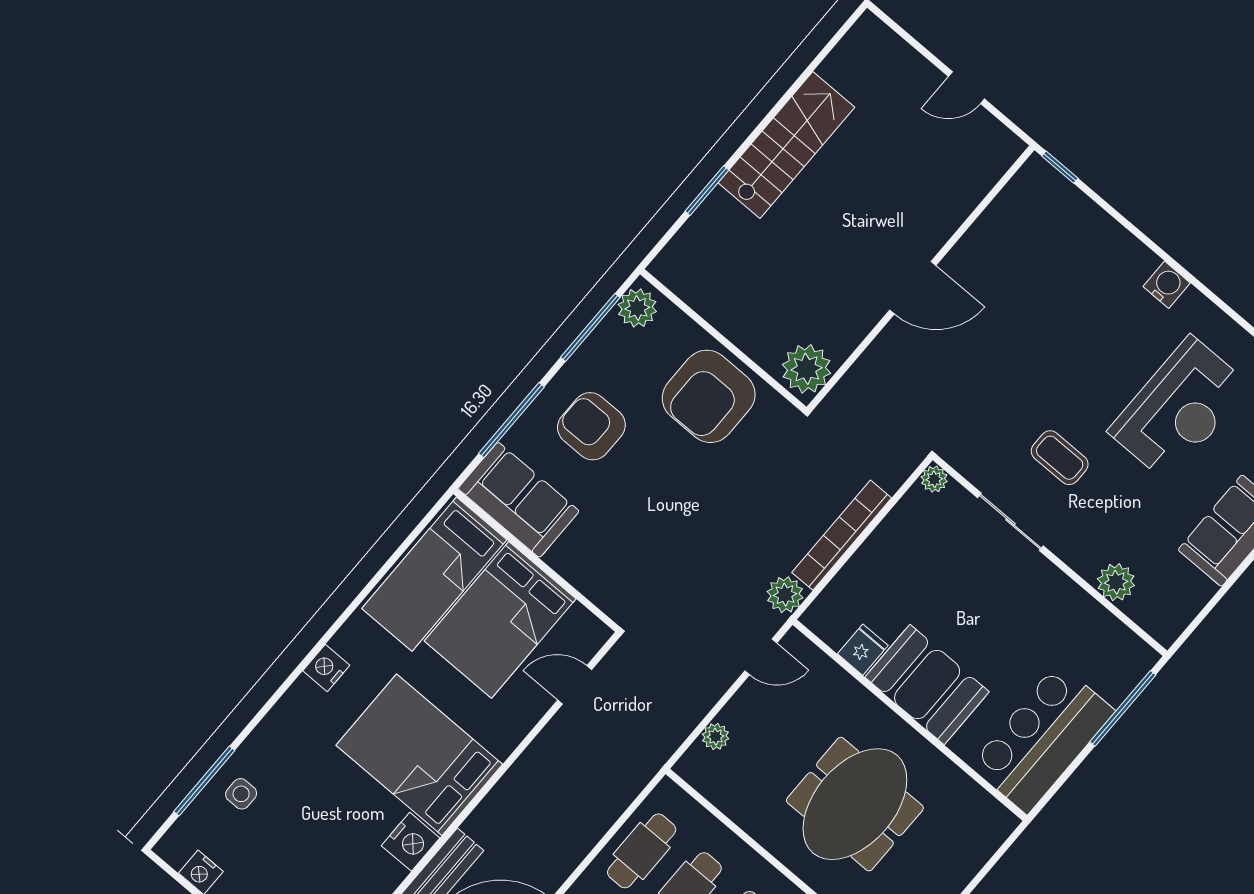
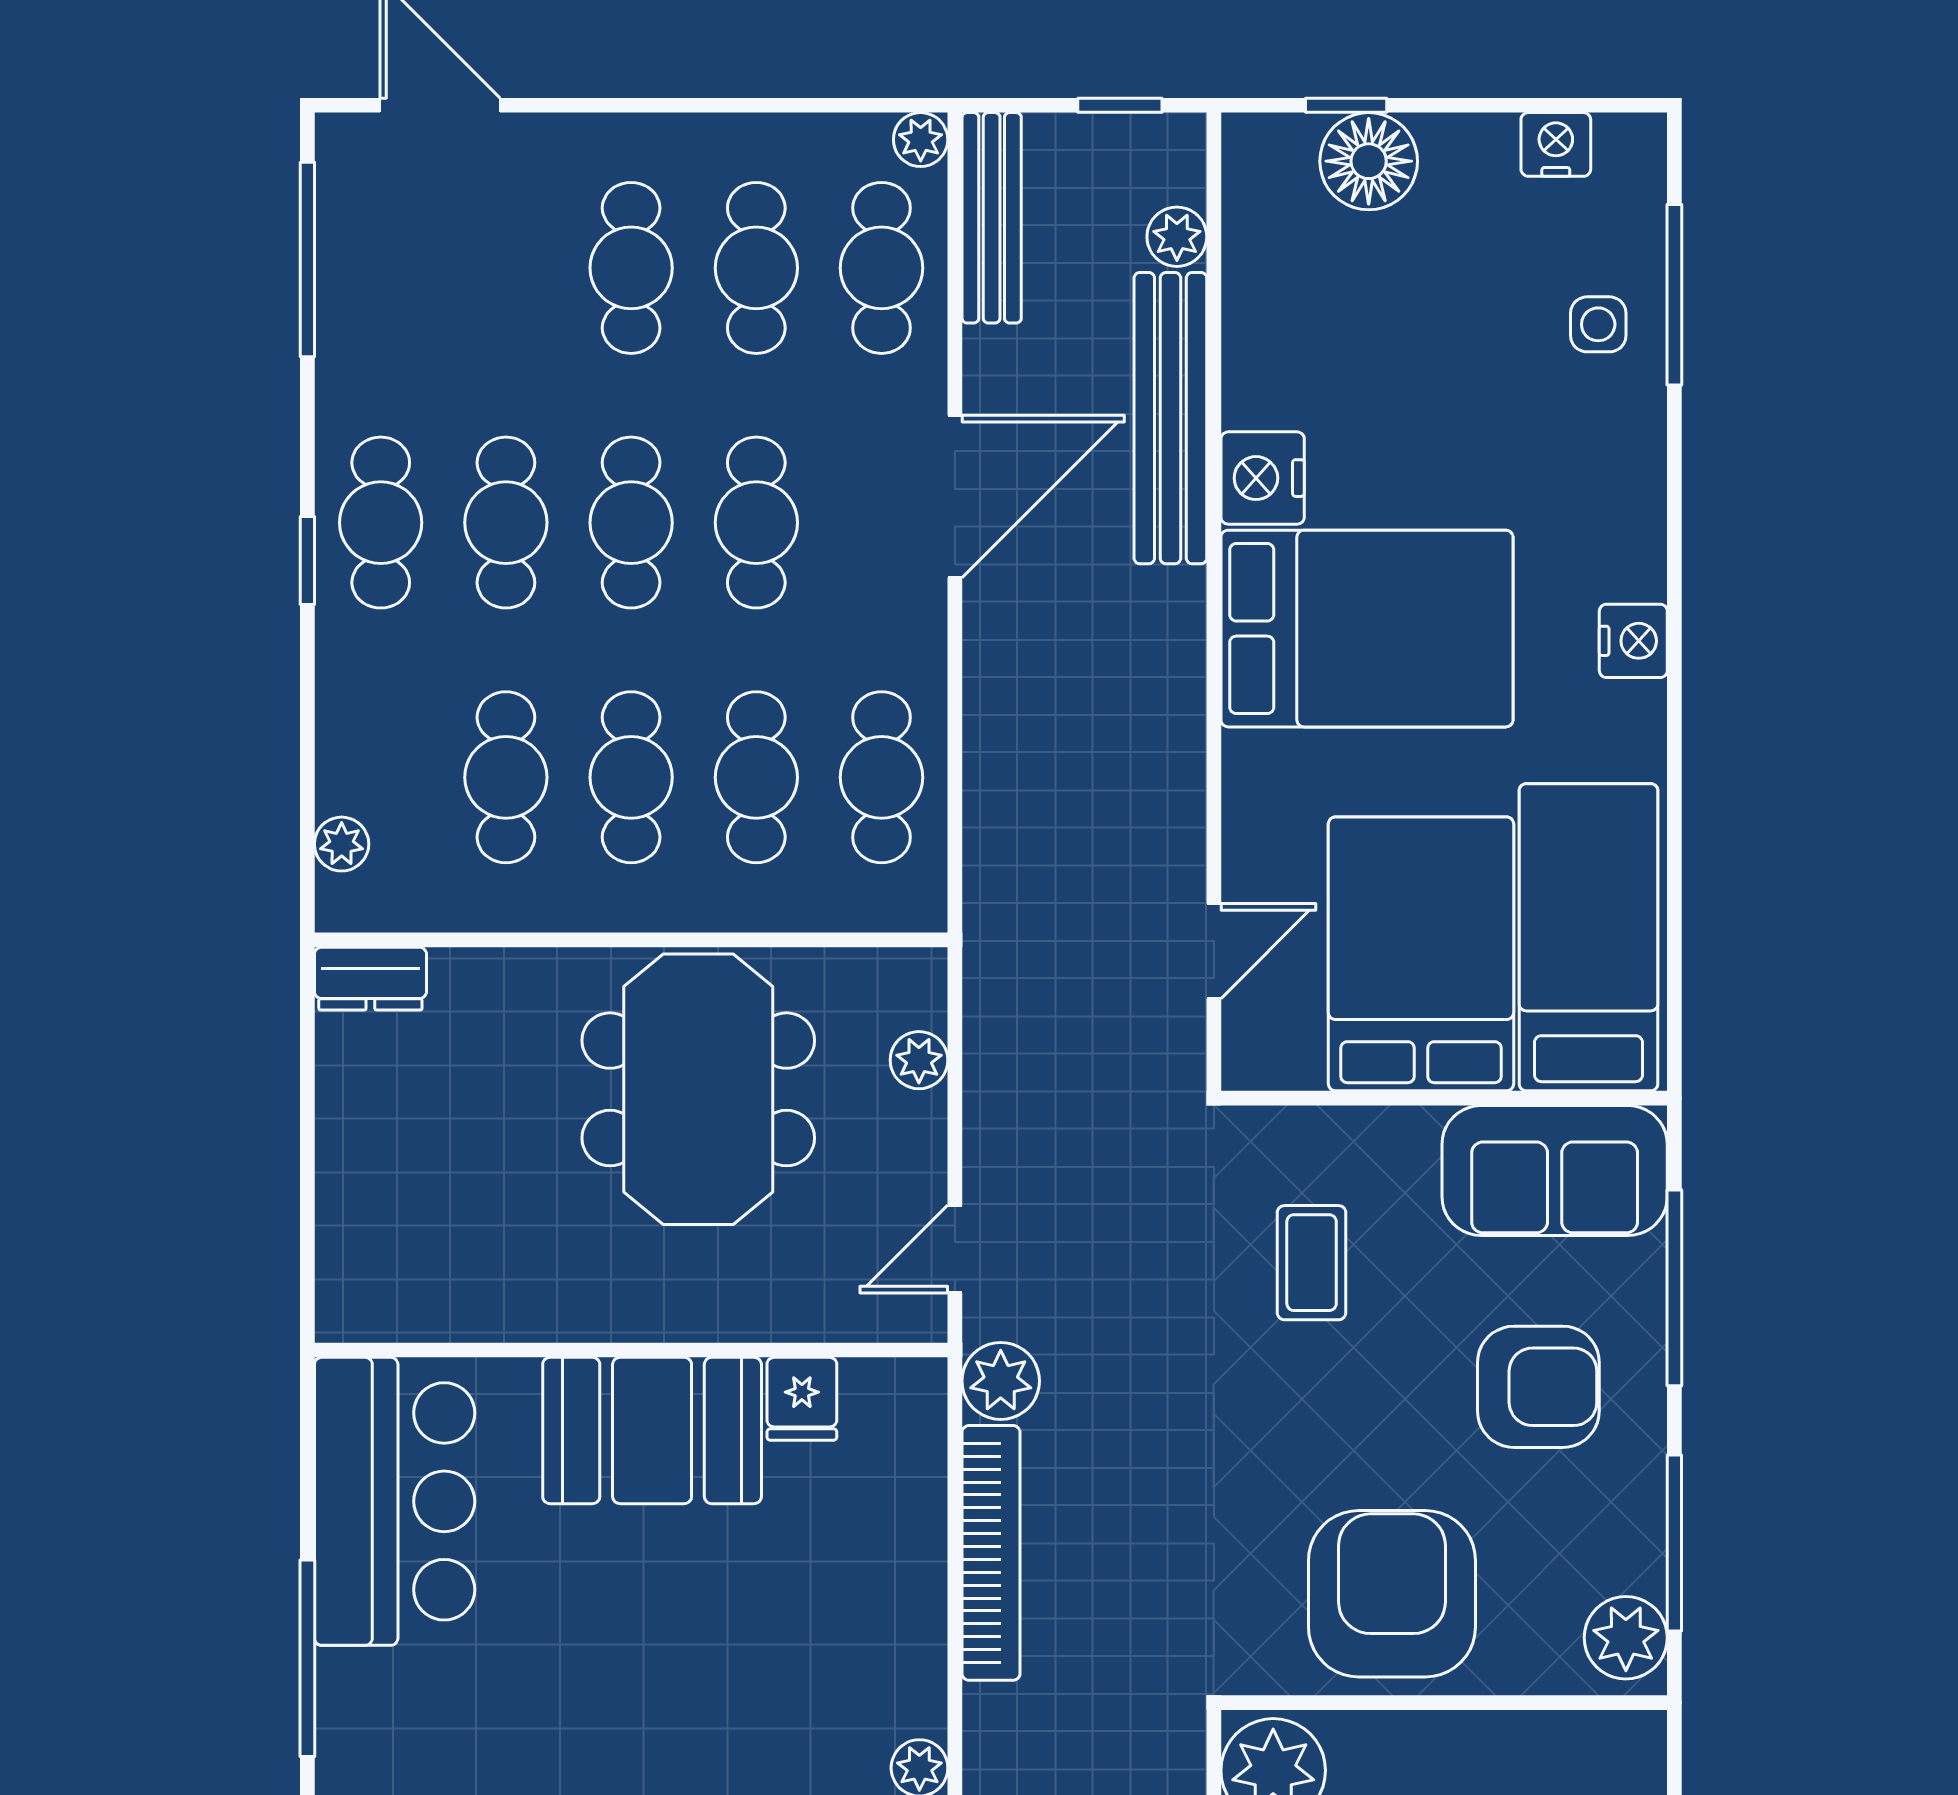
coffee table: (635, 542) -> (1312, 1263), added
meeting table: (855, 804) -> (698, 1089), moved

